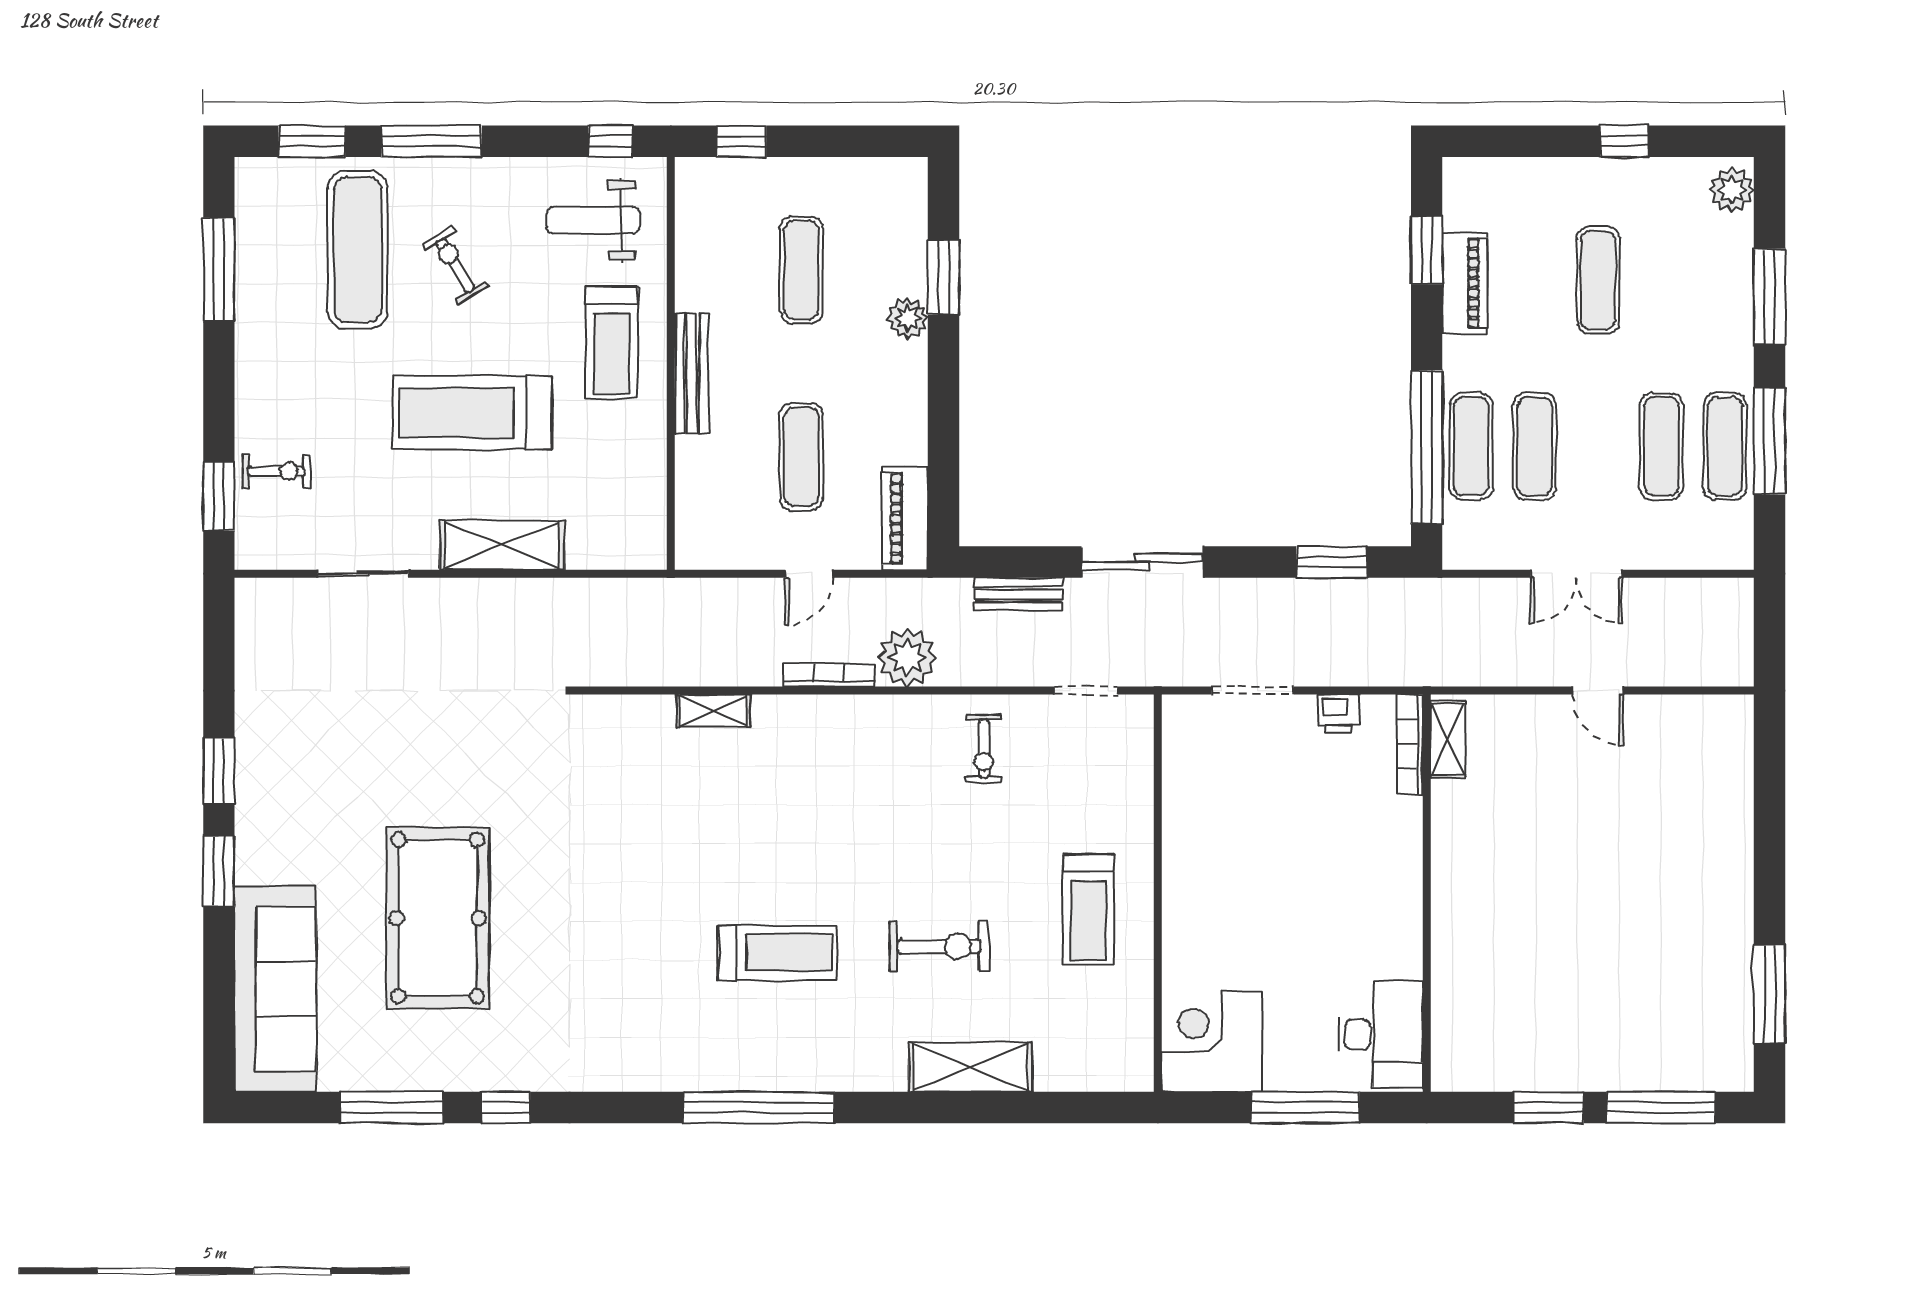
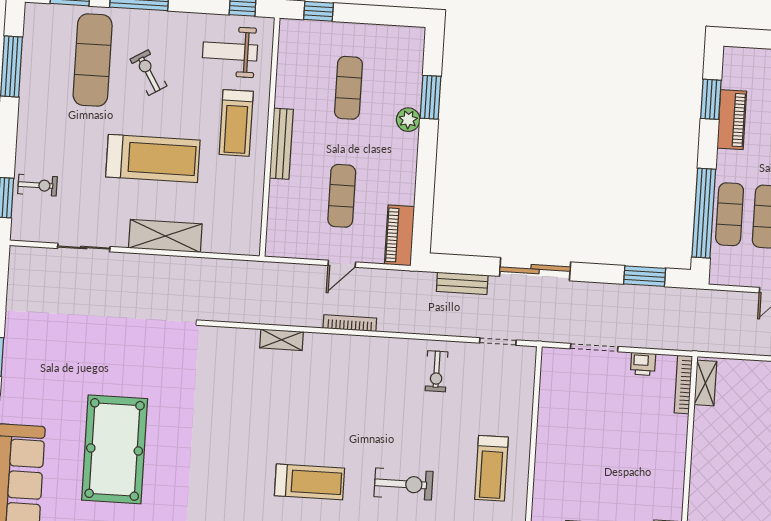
treadmill: (472, 413) -> (153, 158), turned 180
plant: (907, 657) -> (396, 316), removed

